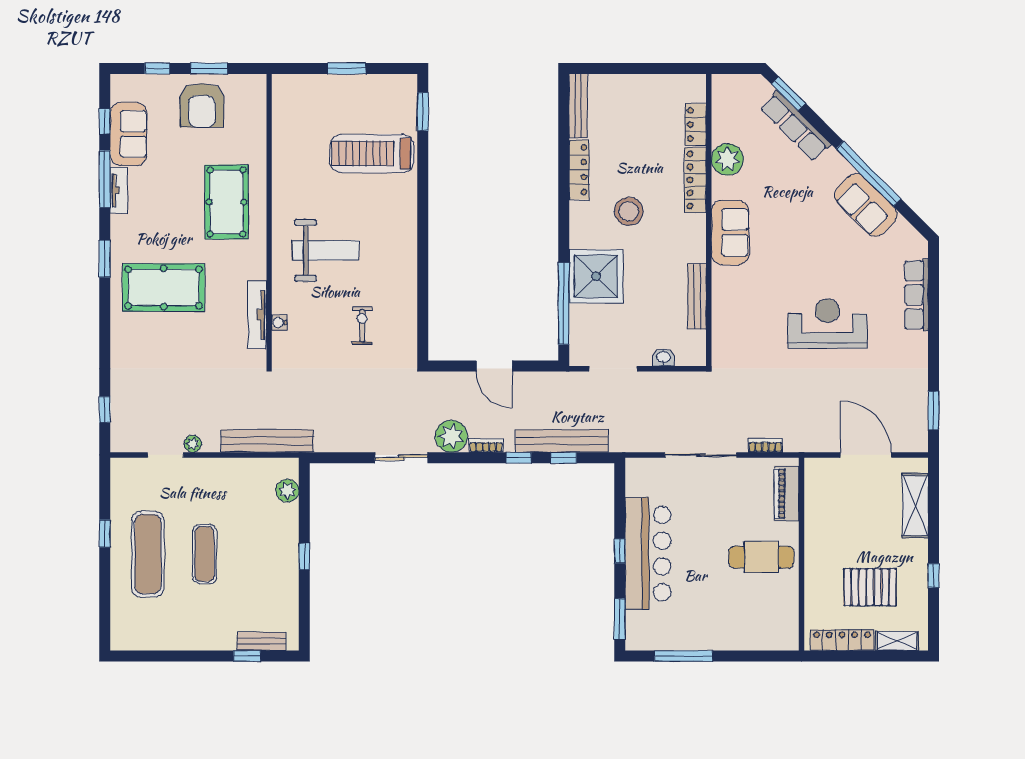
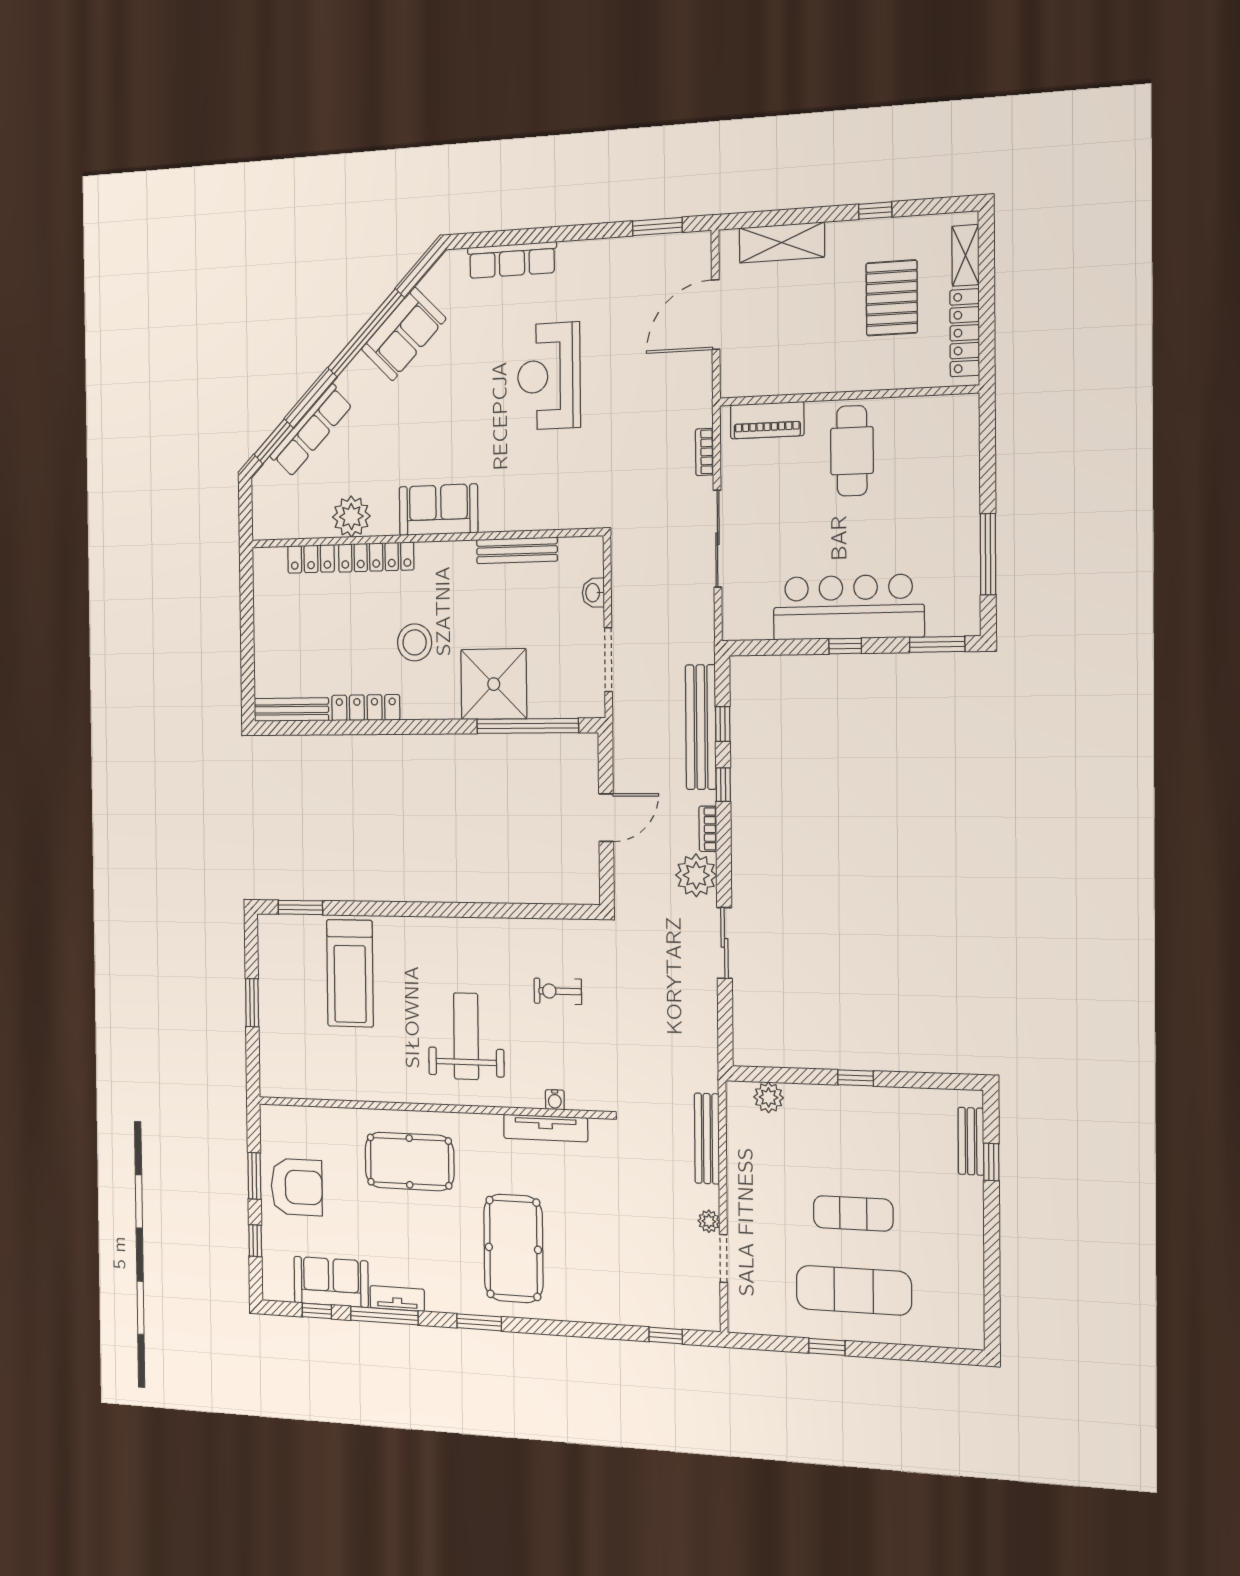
bench: (267, 441) -> (707, 1139), width x0.73, depth x0.82

